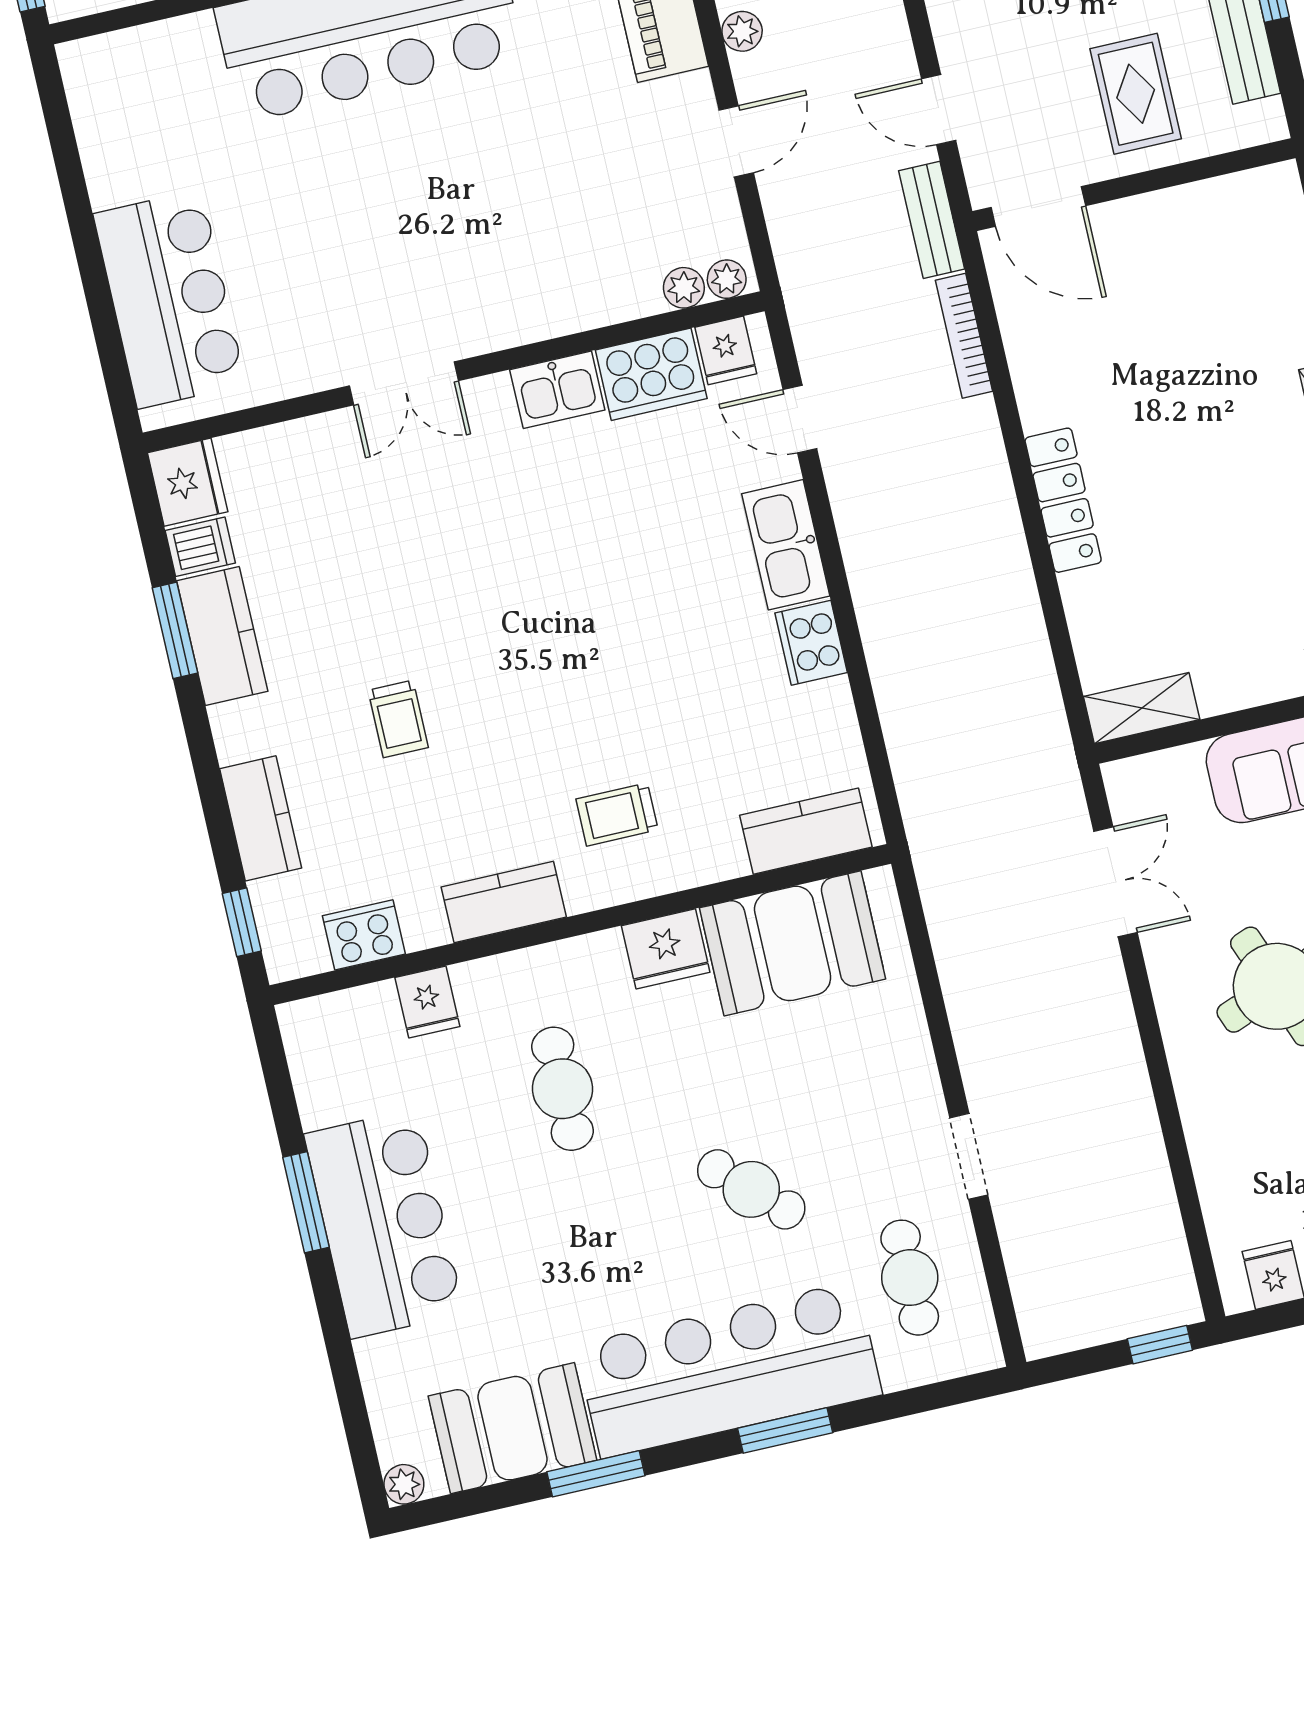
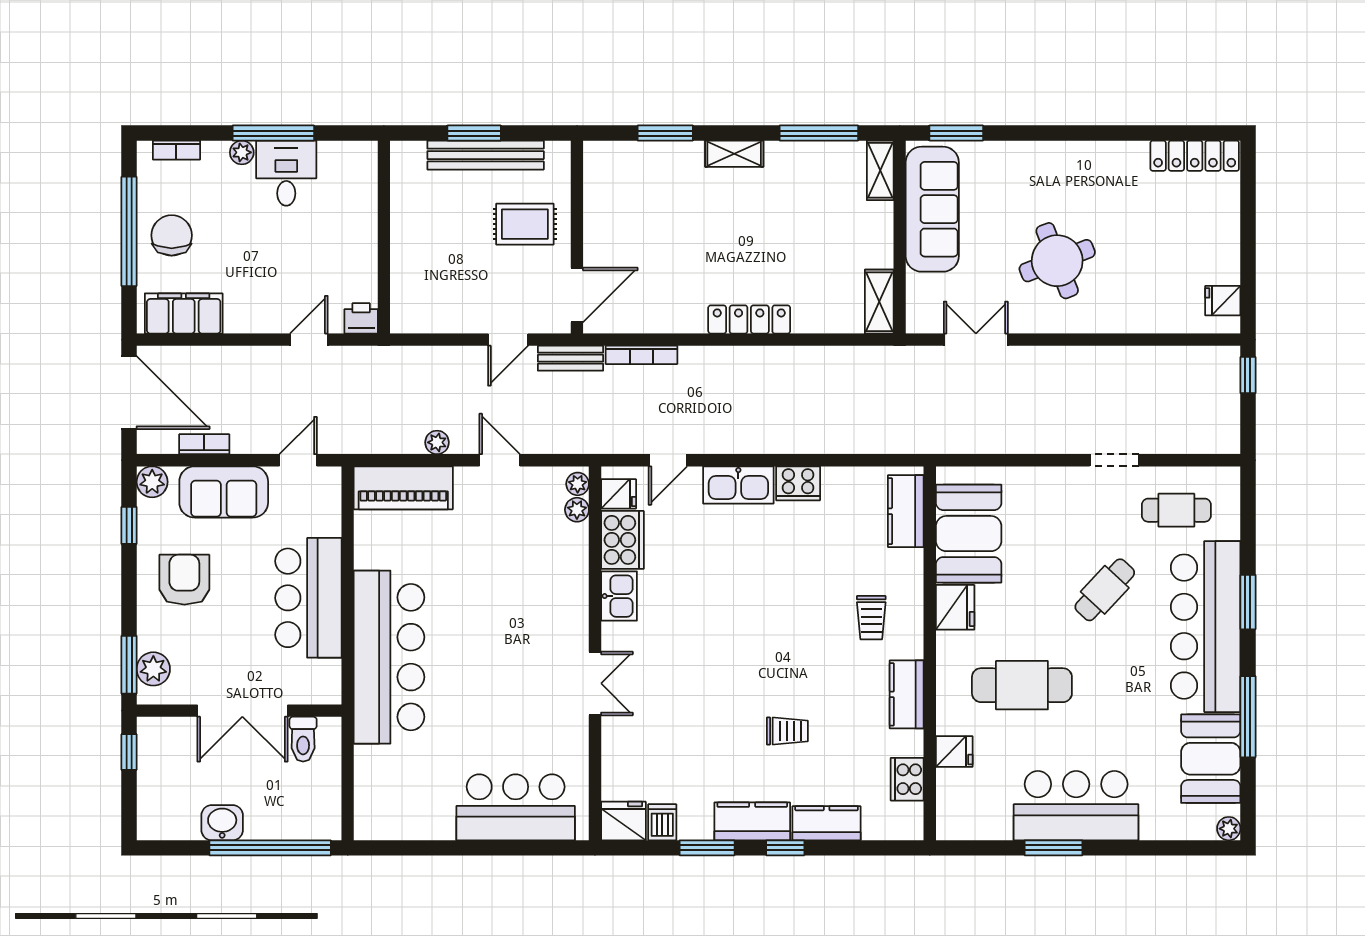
kitchen counter: (222, 636) -> (752, 821), moved
window: (242, 922) -> (785, 848), moved
cafe table: (563, 1089) -> (1022, 685), width x1.37, depth x1.35
window: (596, 1474) -> (1248, 717), width x1.44

